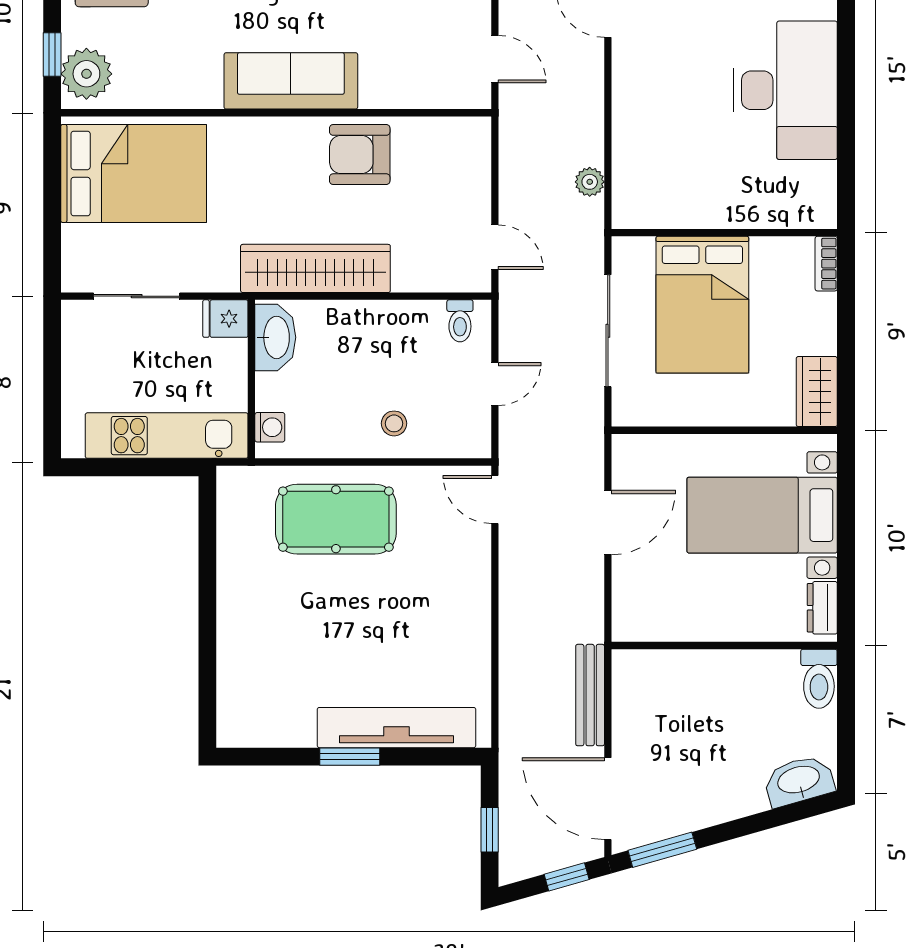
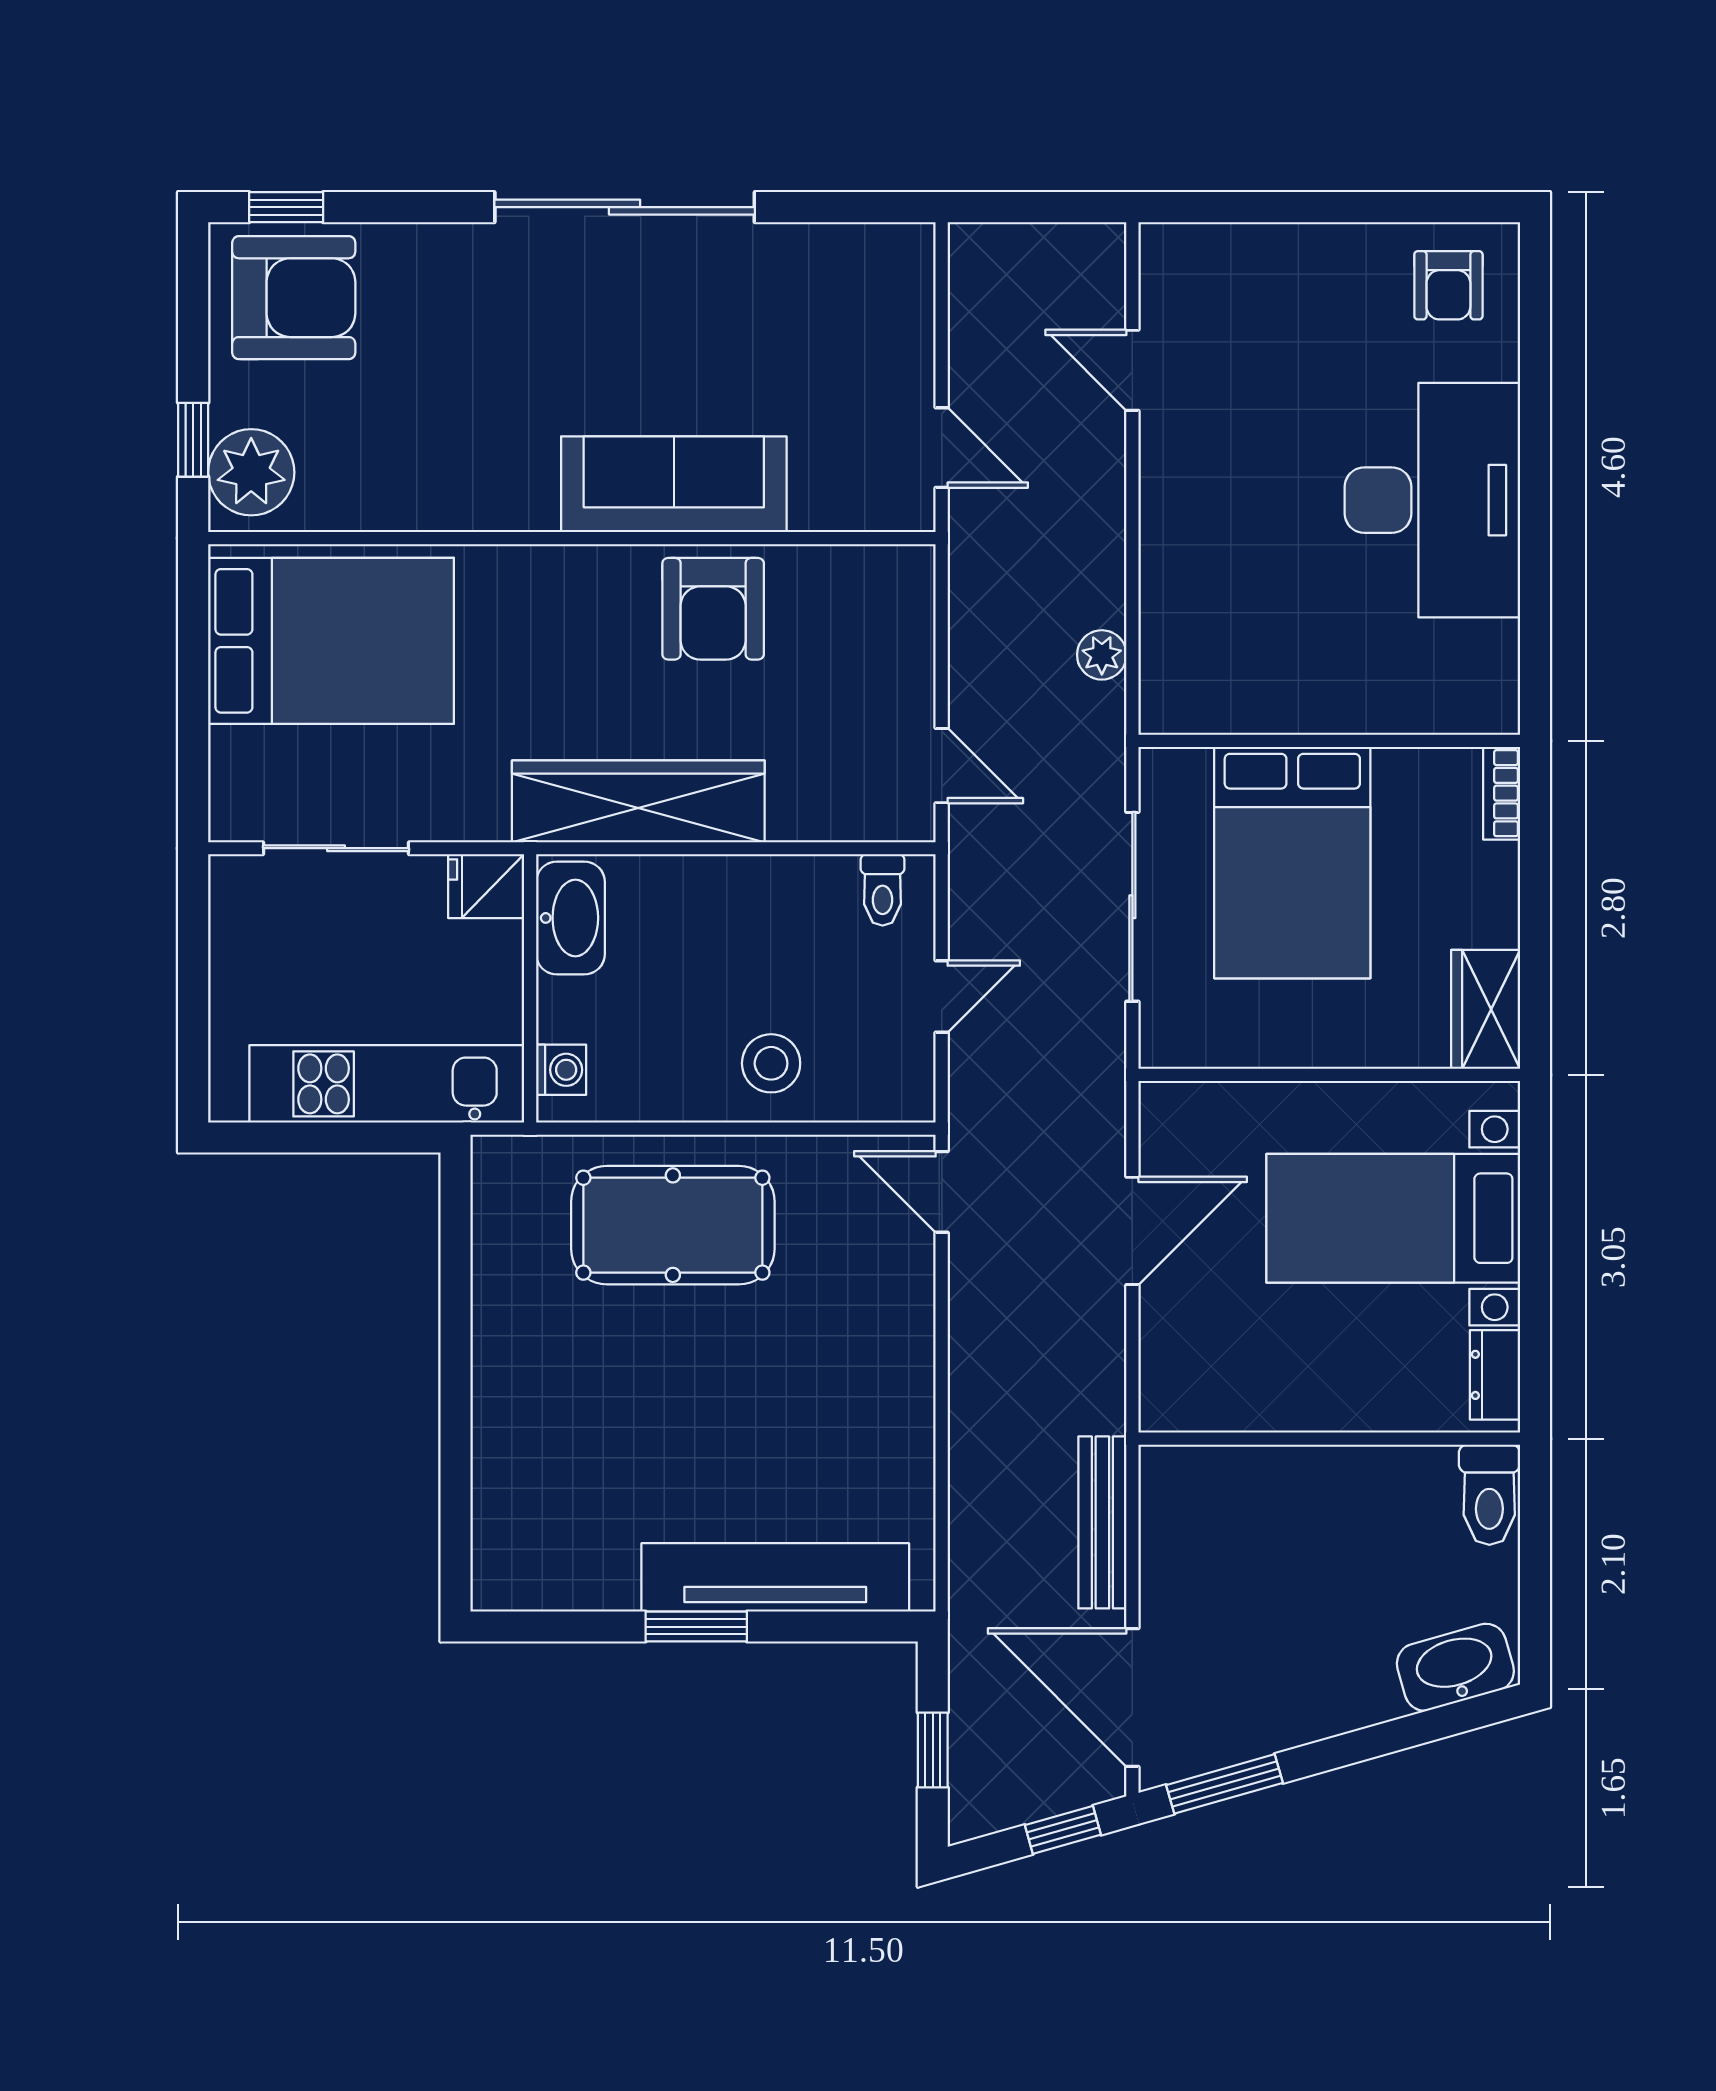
sofa: (291, 81) -> (674, 484), moved
armchair: (360, 155) -> (713, 609), turned -90
stool: (394, 423) -> (771, 1063), width x1.37, depth x1.37

